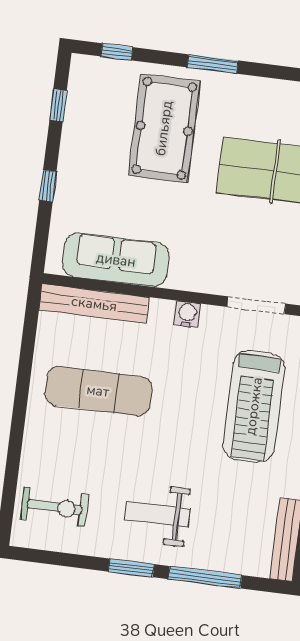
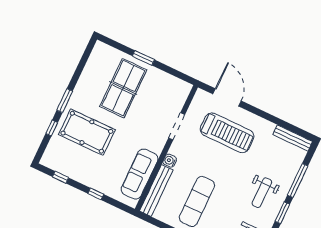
window: (117, 52) -> (52, 128), moved
doorway: (256, 305) -> (177, 126), moved
water cooler: (187, 314) -> (170, 161), moved

